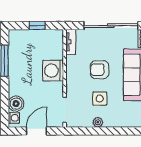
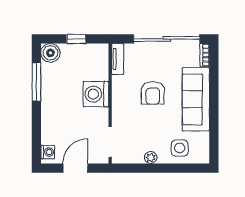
armchair: (99, 70) -> (153, 93), turned -90
side table: (100, 99) -> (180, 148), moved
boiler: (16, 104) -> (50, 53), moved

